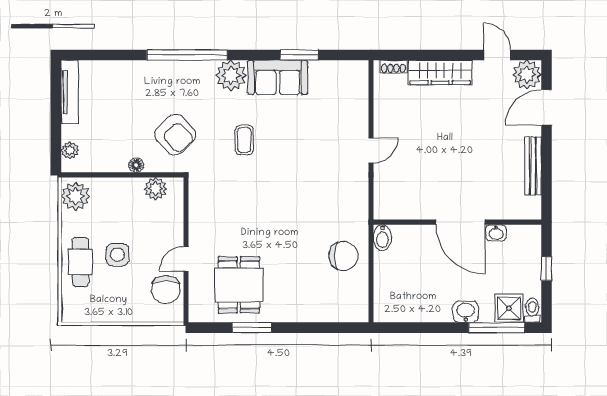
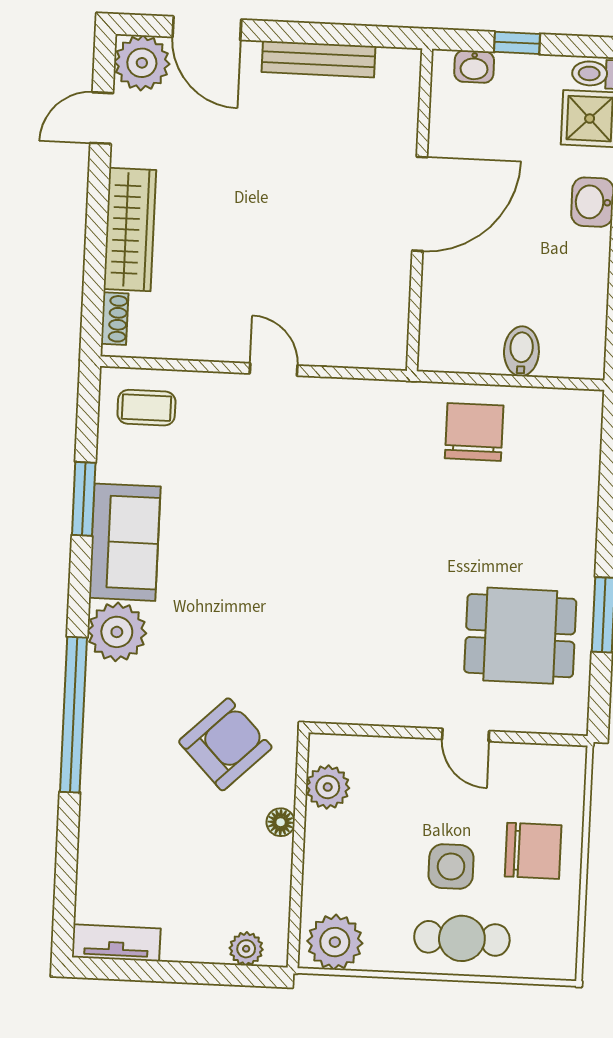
tv unit: (70, 92) -> (116, 943), width x0.71
coffee table: (244, 140) -> (146, 408), moved
washbasin: (496, 233) -> (474, 67), moved, turned 90
bidet: (382, 238) -> (521, 351), moved, turned -90
chair: (166, 290) -> (533, 851), moved

